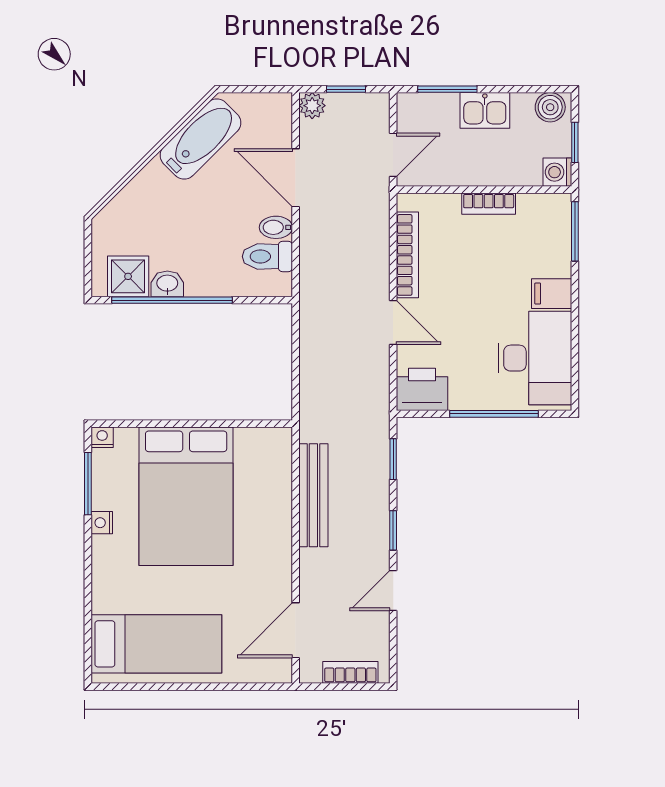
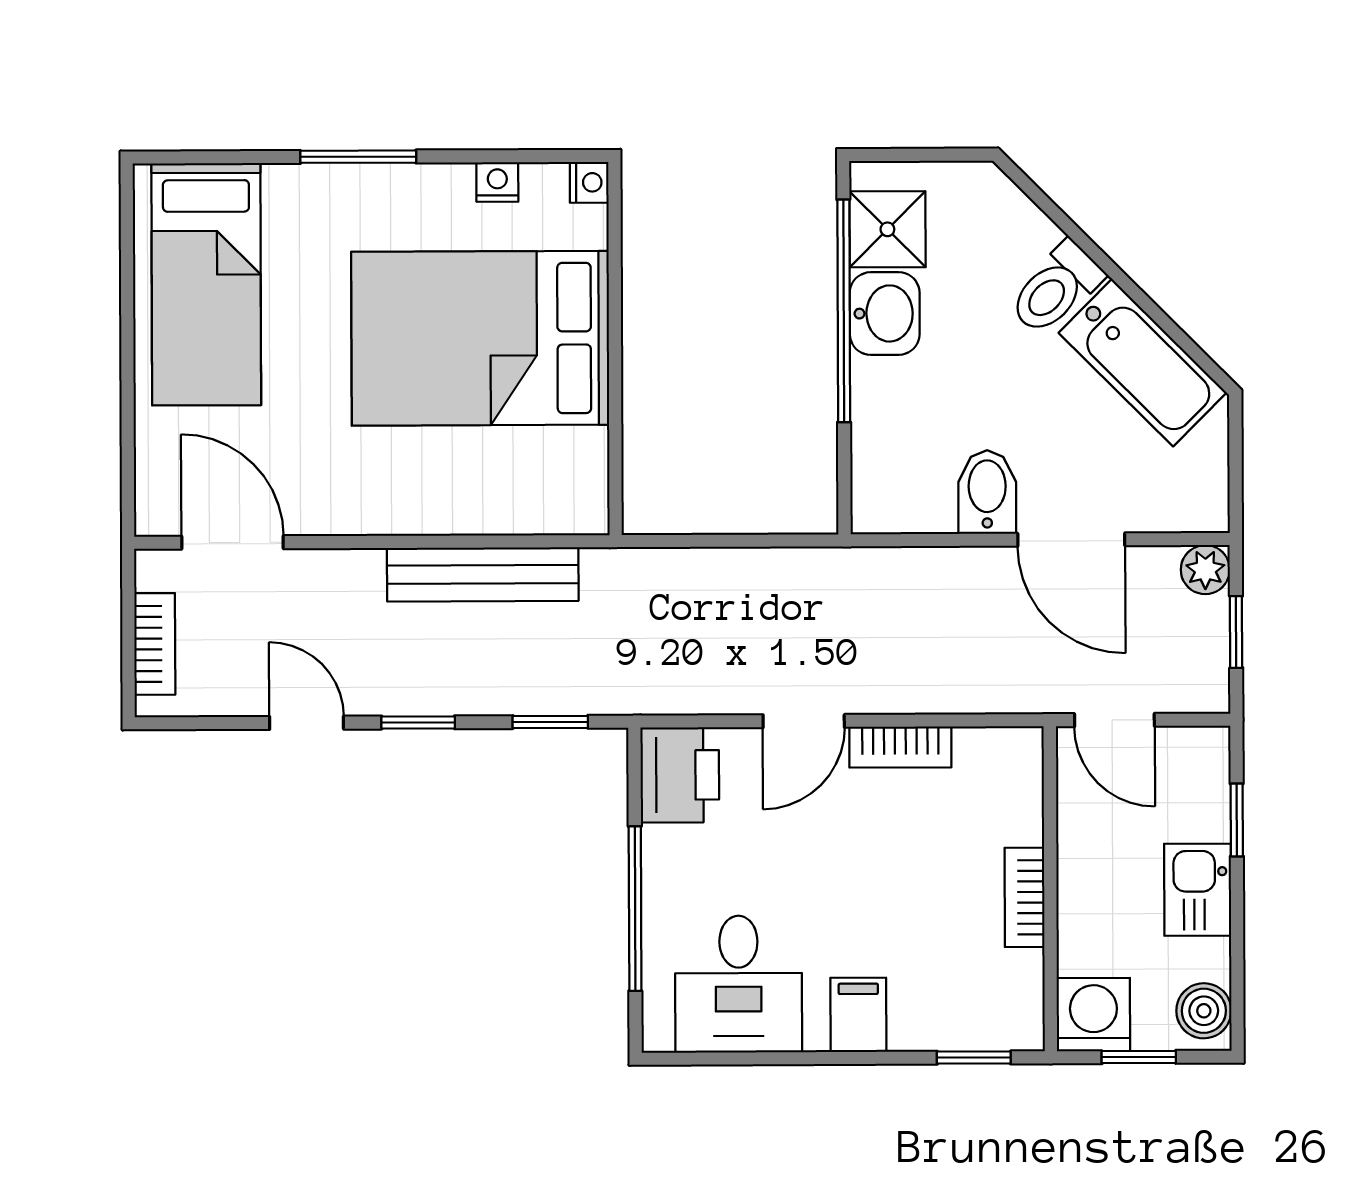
window: (447, 89) -> (1237, 820), width x0.67
washing machine: (557, 172) -> (1093, 1015), width x1.38, depth x1.38
door: (296, 178) -> (1071, 540), swing flipped
bidet: (276, 227) -> (987, 492), width x1.38, depth x1.36
window: (575, 231) -> (974, 1058), width x0.67
bookcase: (407, 255) -> (900, 747), width x0.64
toilet: (267, 256) -> (1056, 288), moved, turned -135
washbasin: (167, 284) -> (885, 314), width x1.38, depth x1.45
desk: (535, 358) -> (739, 984), width x0.73
window: (88, 484) -> (358, 157), moved
nightstand: (102, 523) -> (497, 182), moved

